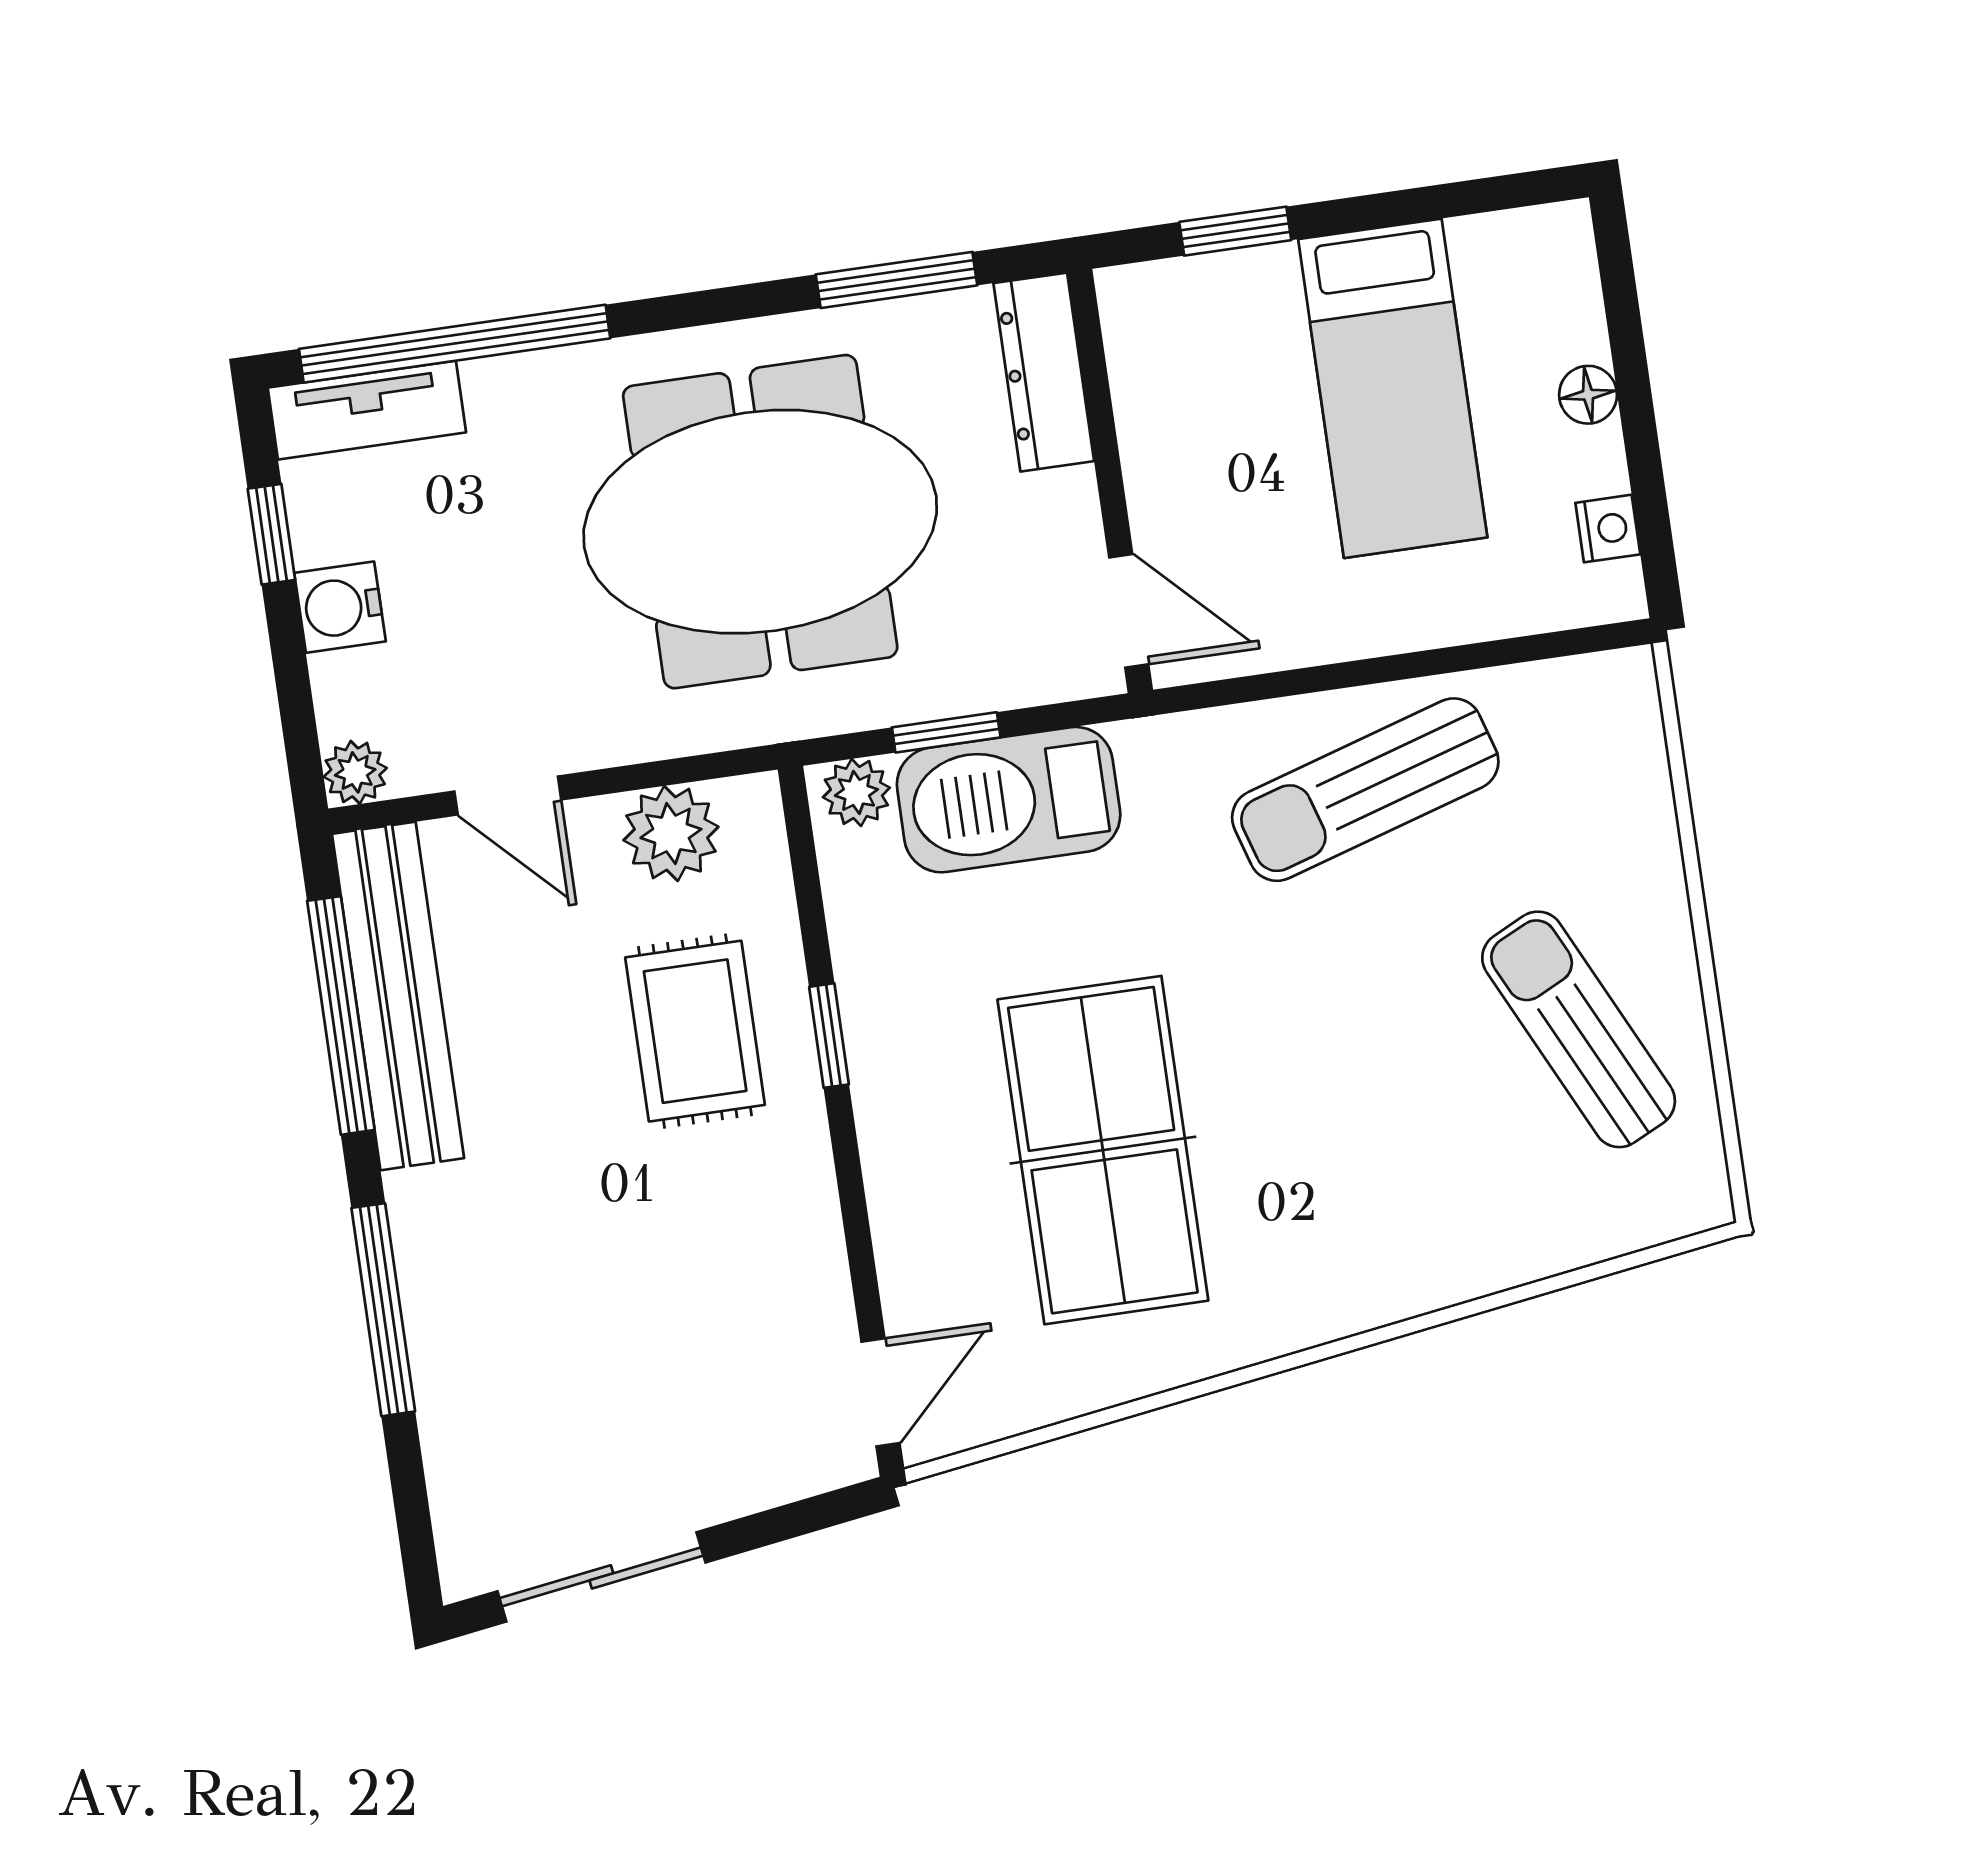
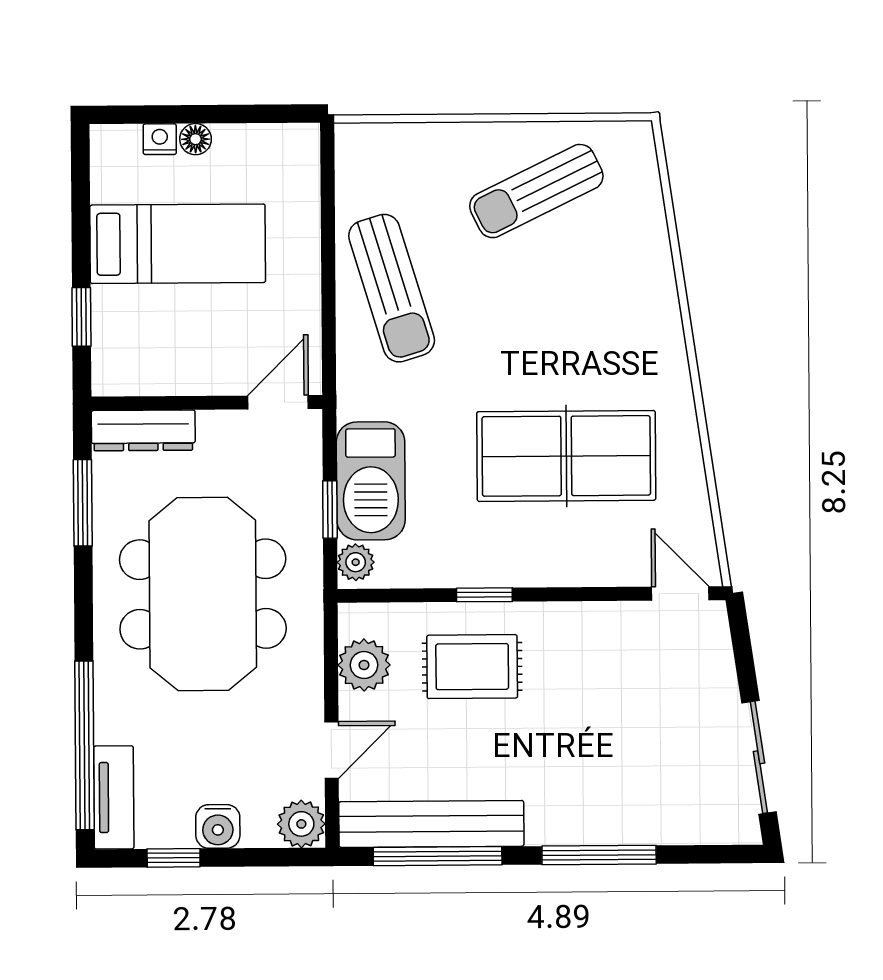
nightstand: (1608, 529) -> (160, 139), moved
plant: (355, 772) -> (301, 824), width x1.38, depth x1.38

